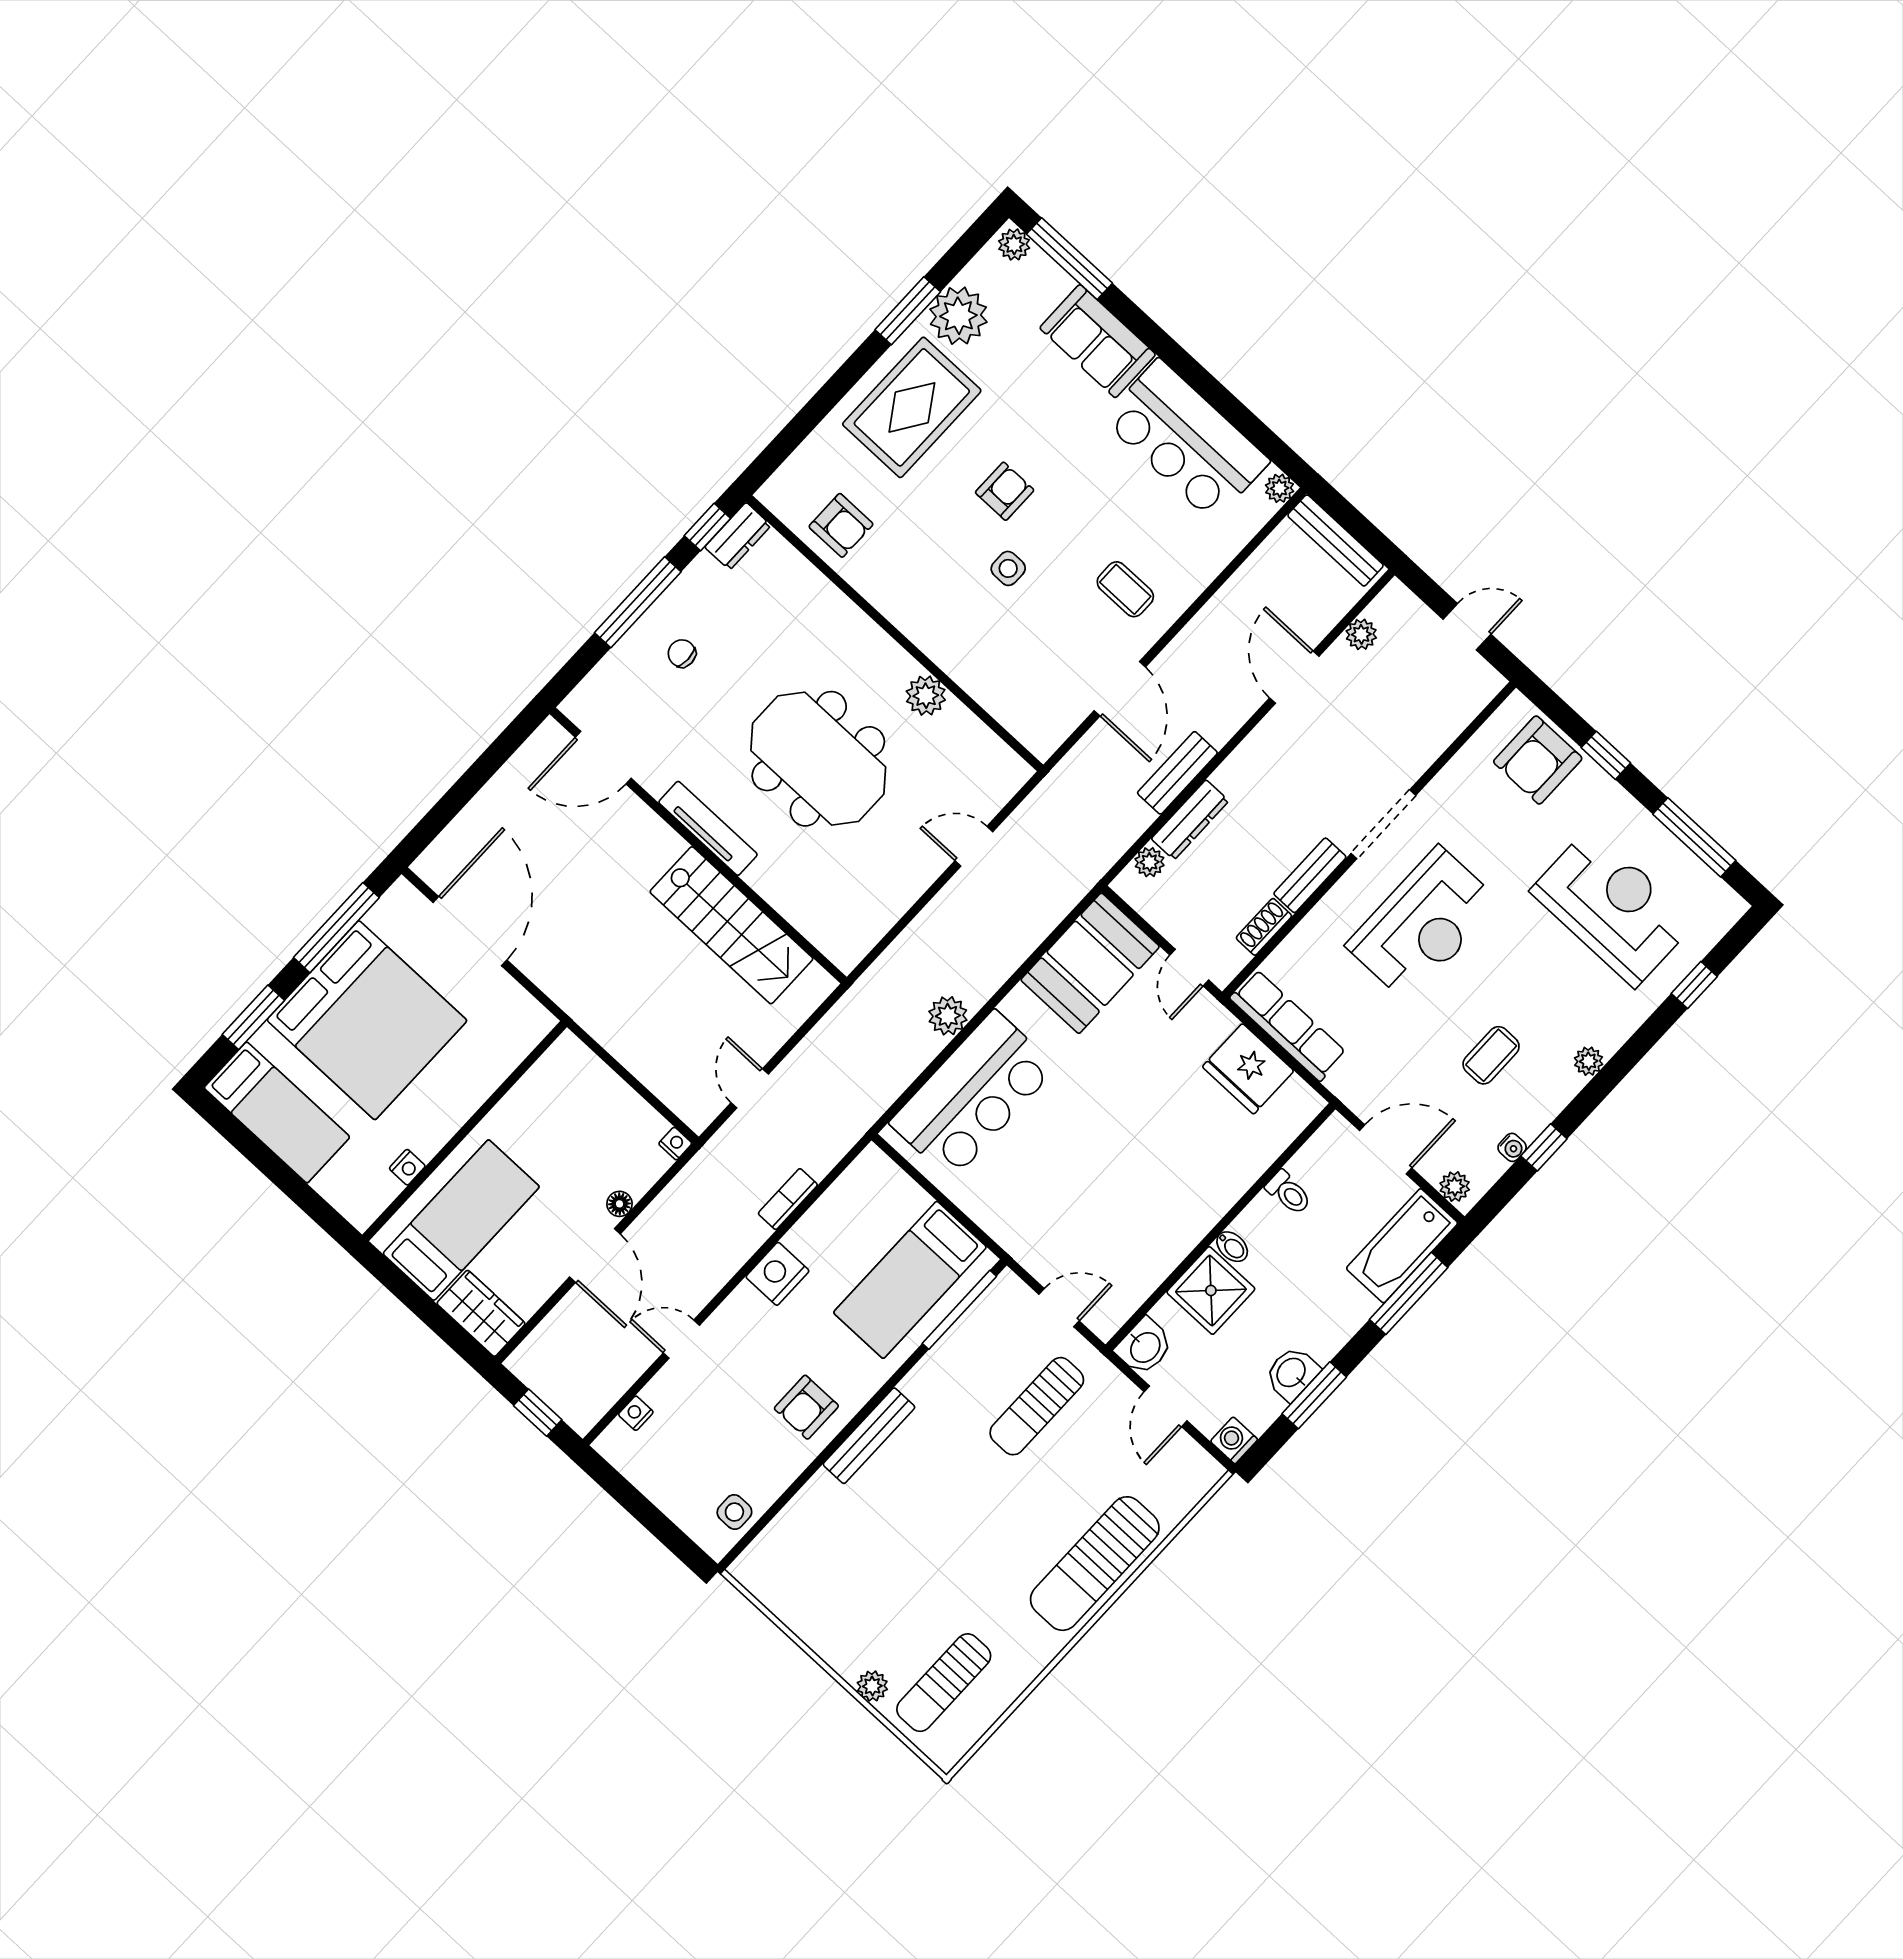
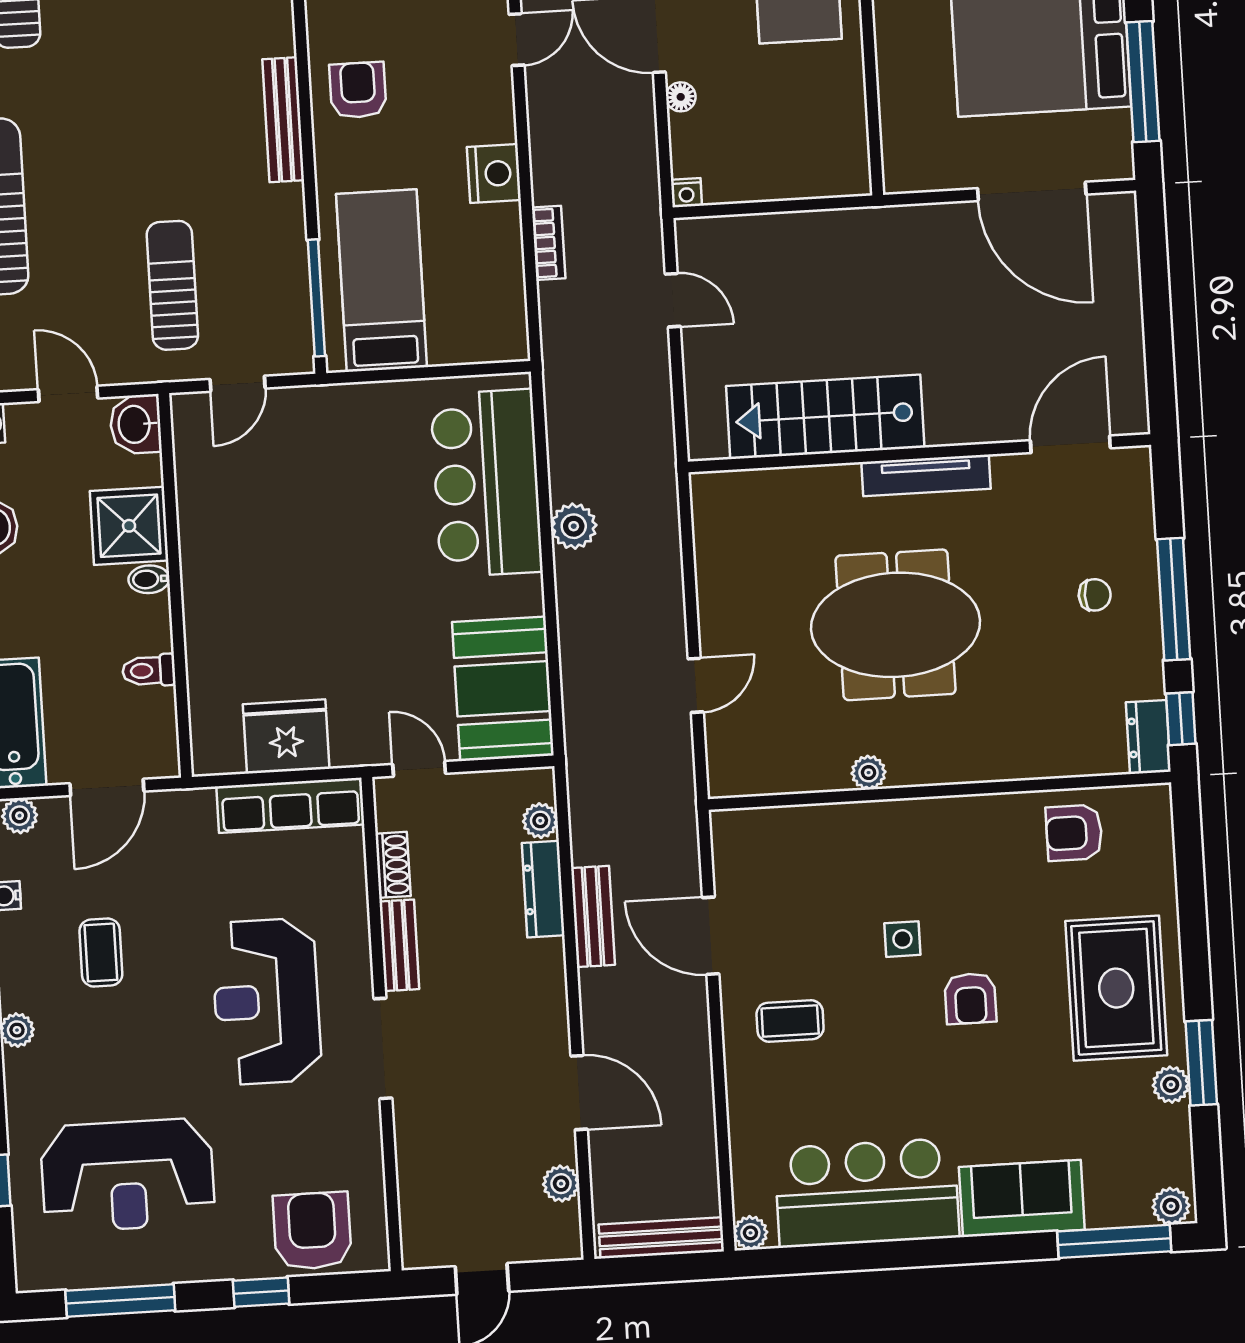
plant: (958, 316) -> (1171, 1085), width x0.53, depth x0.53
plant: (926, 696) -> (869, 773), width x0.73, depth x0.73

